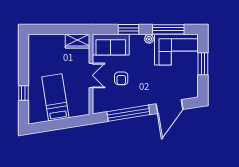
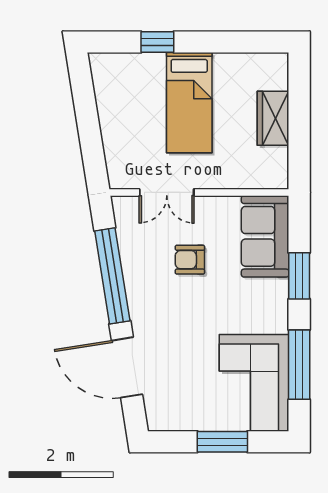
plant: (149, 39) -> (278, 322), removed
wardrobe: (77, 41) -> (273, 118), moved
double door: (91, 75) -> (167, 192), moved
bed: (55, 97) -> (189, 103), moved, turned 99

